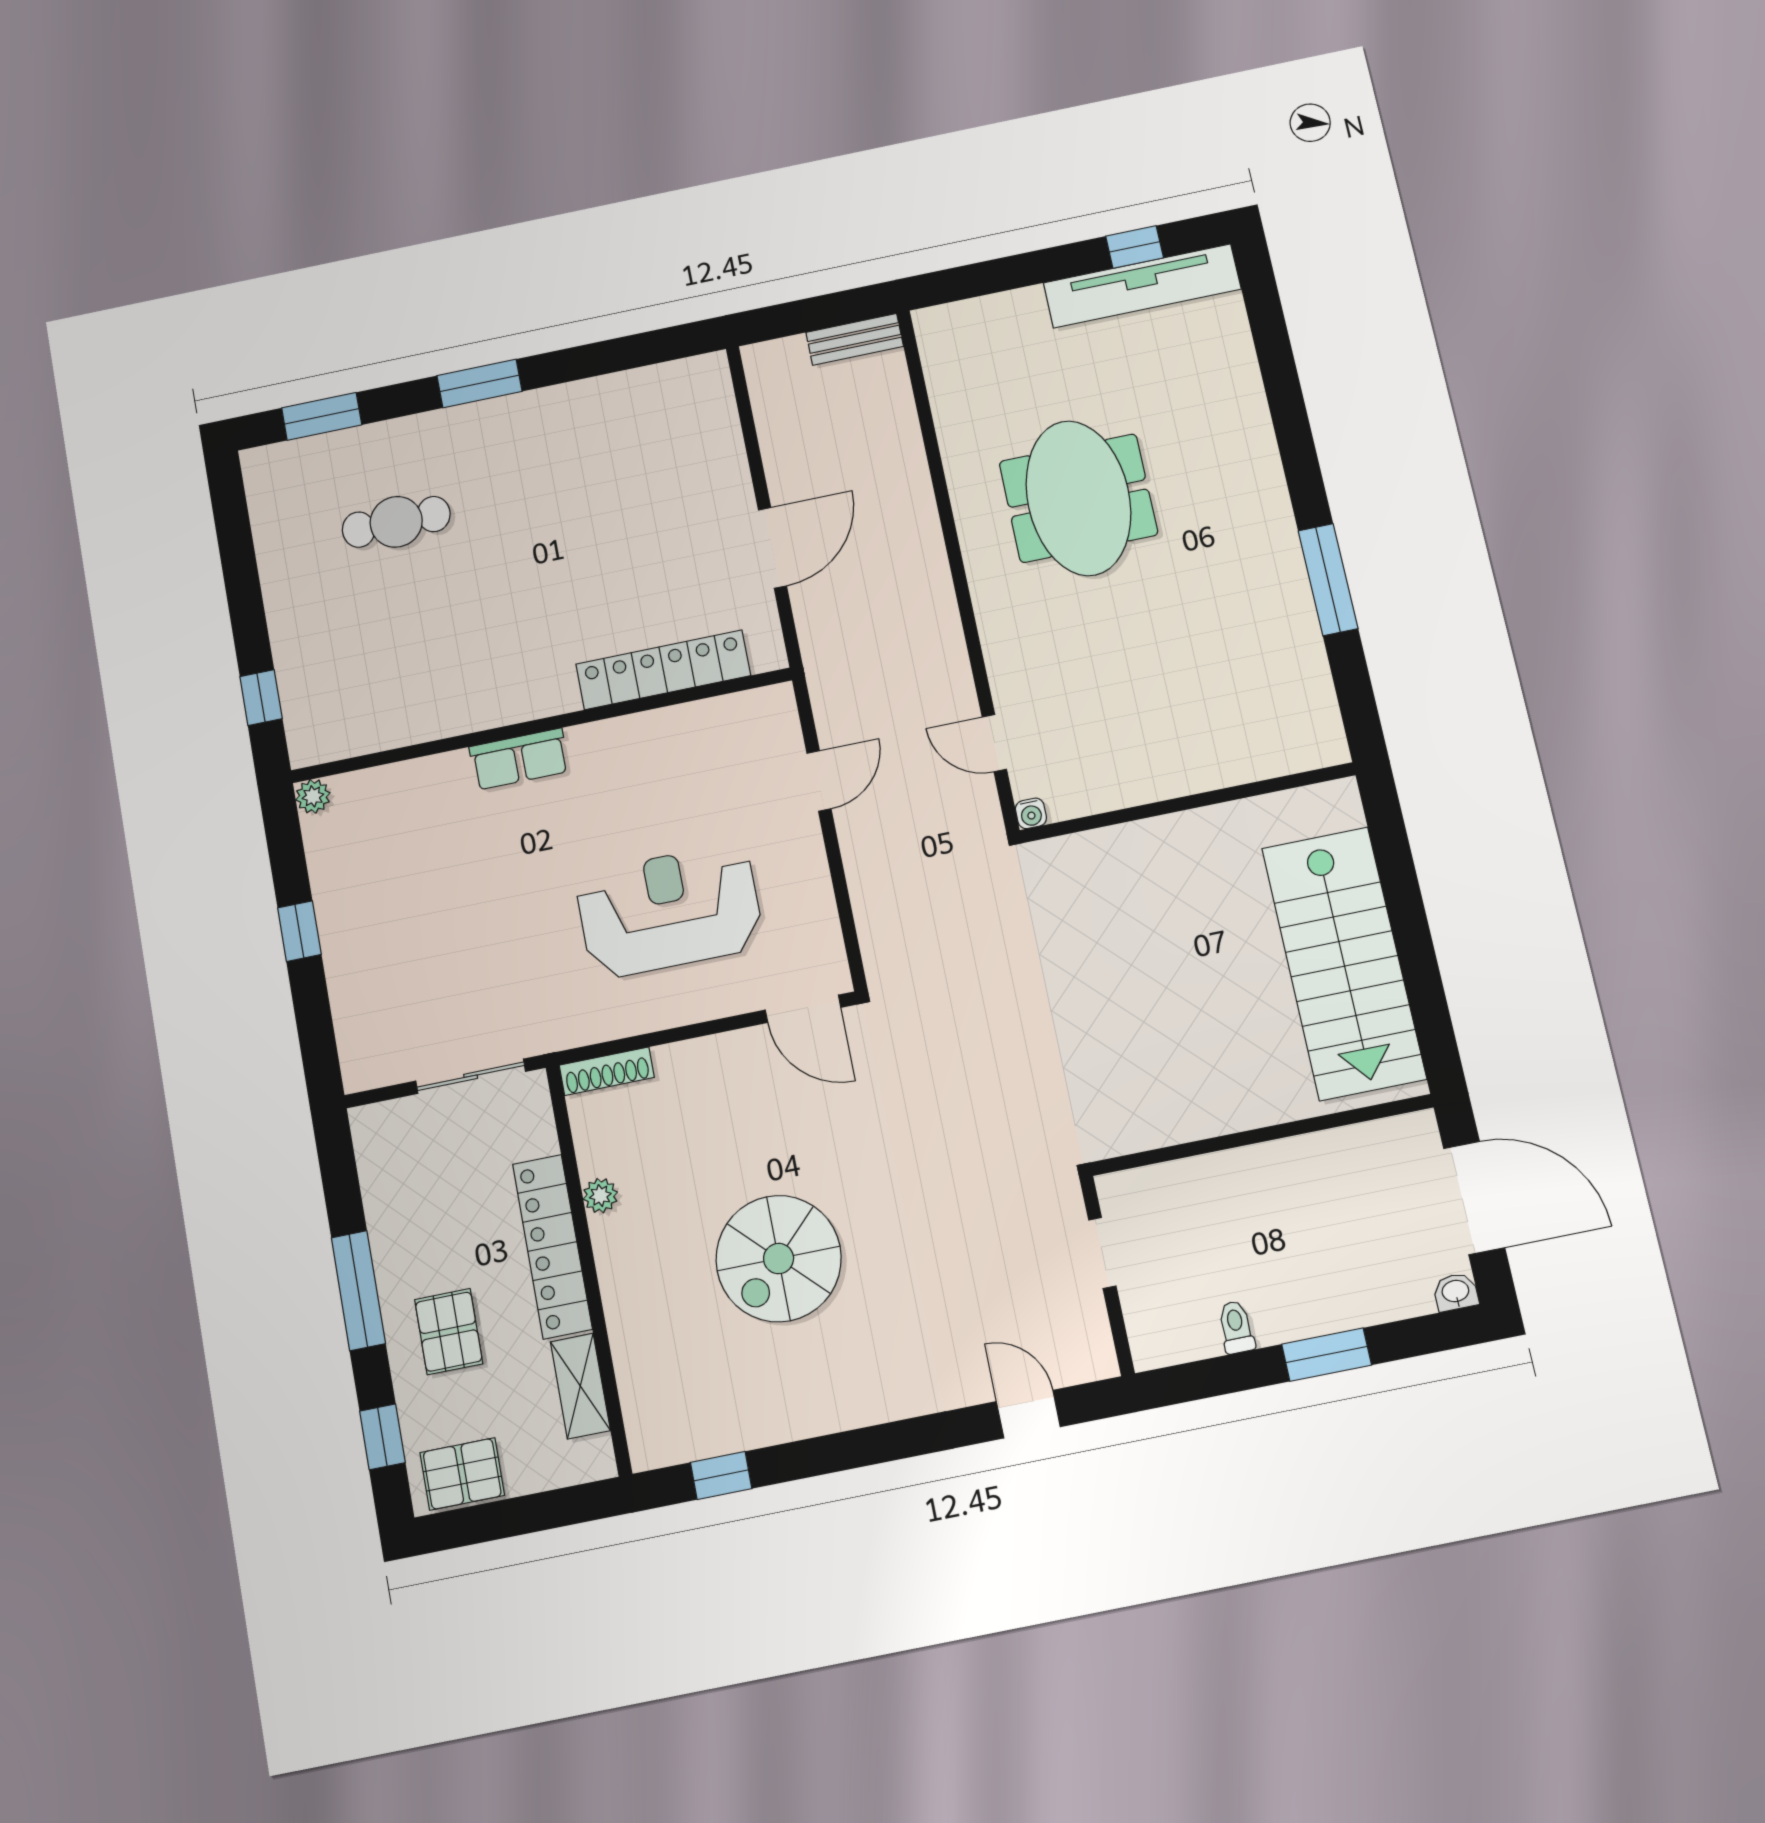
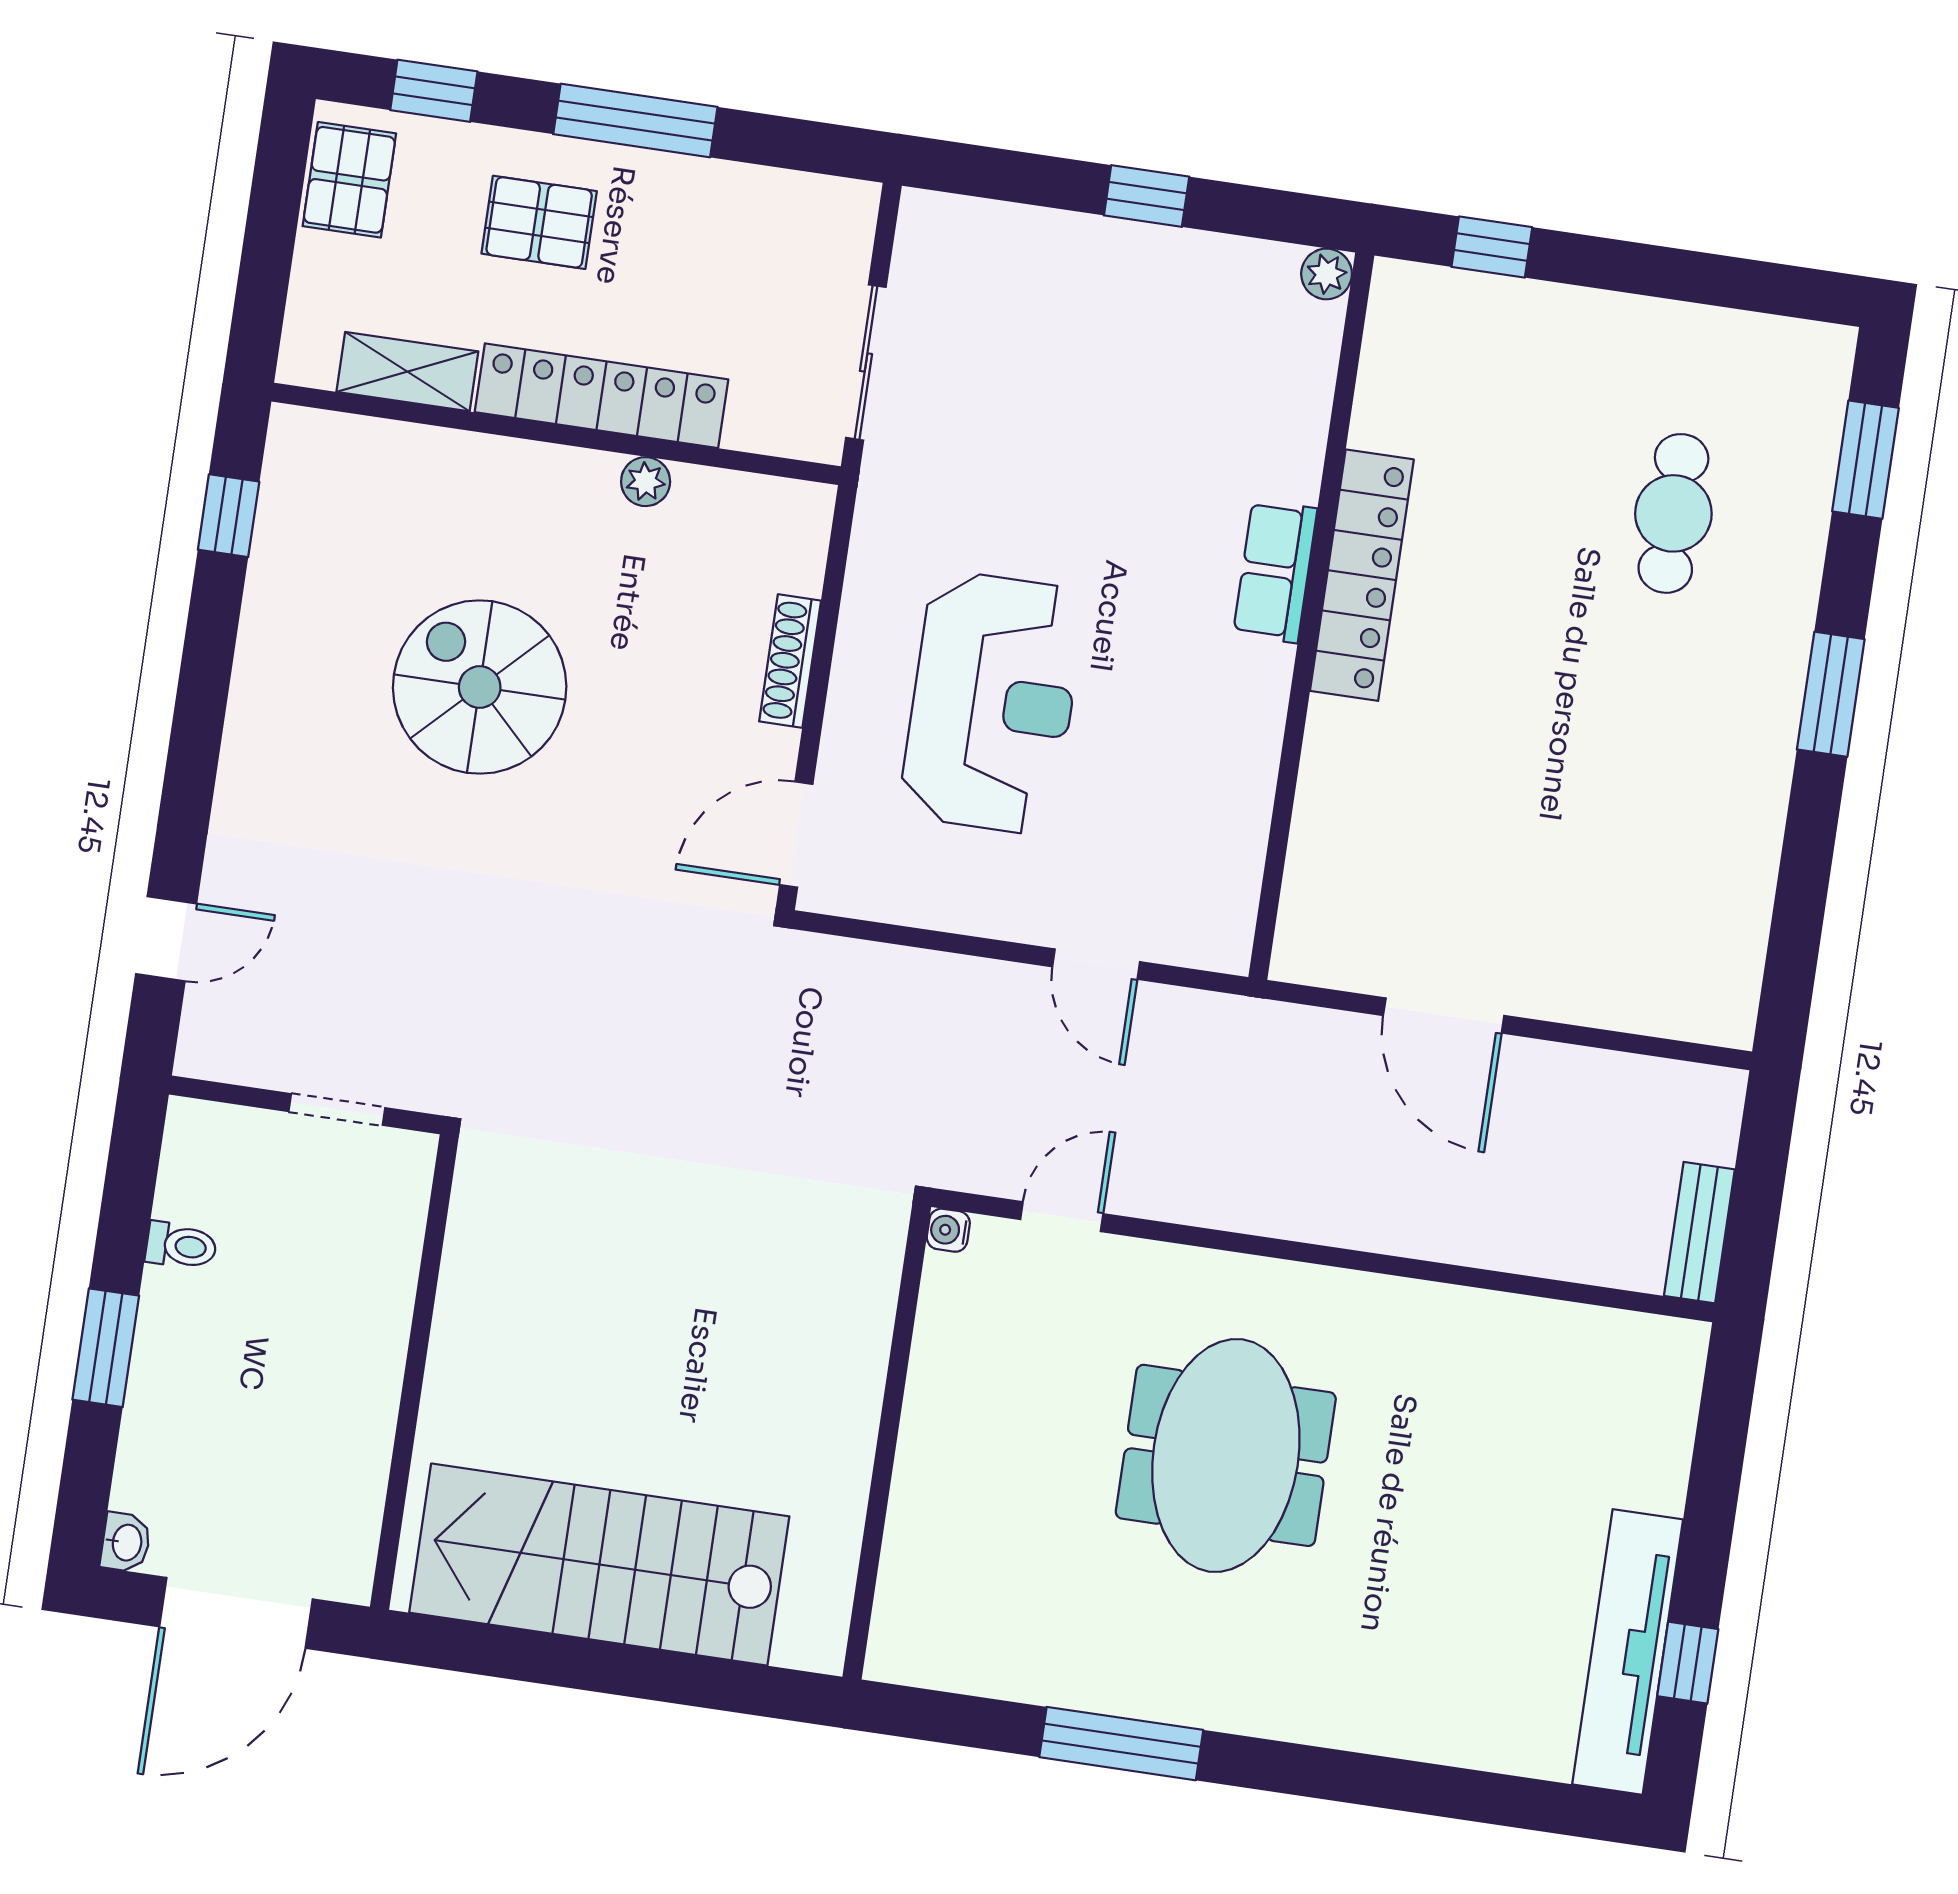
meeting table: (1078, 498) -> (1226, 1455), moved, turned 90
locker: (663, 670) -> (1362, 575), moved
shoe rack: (607, 1071) -> (790, 661), moved

